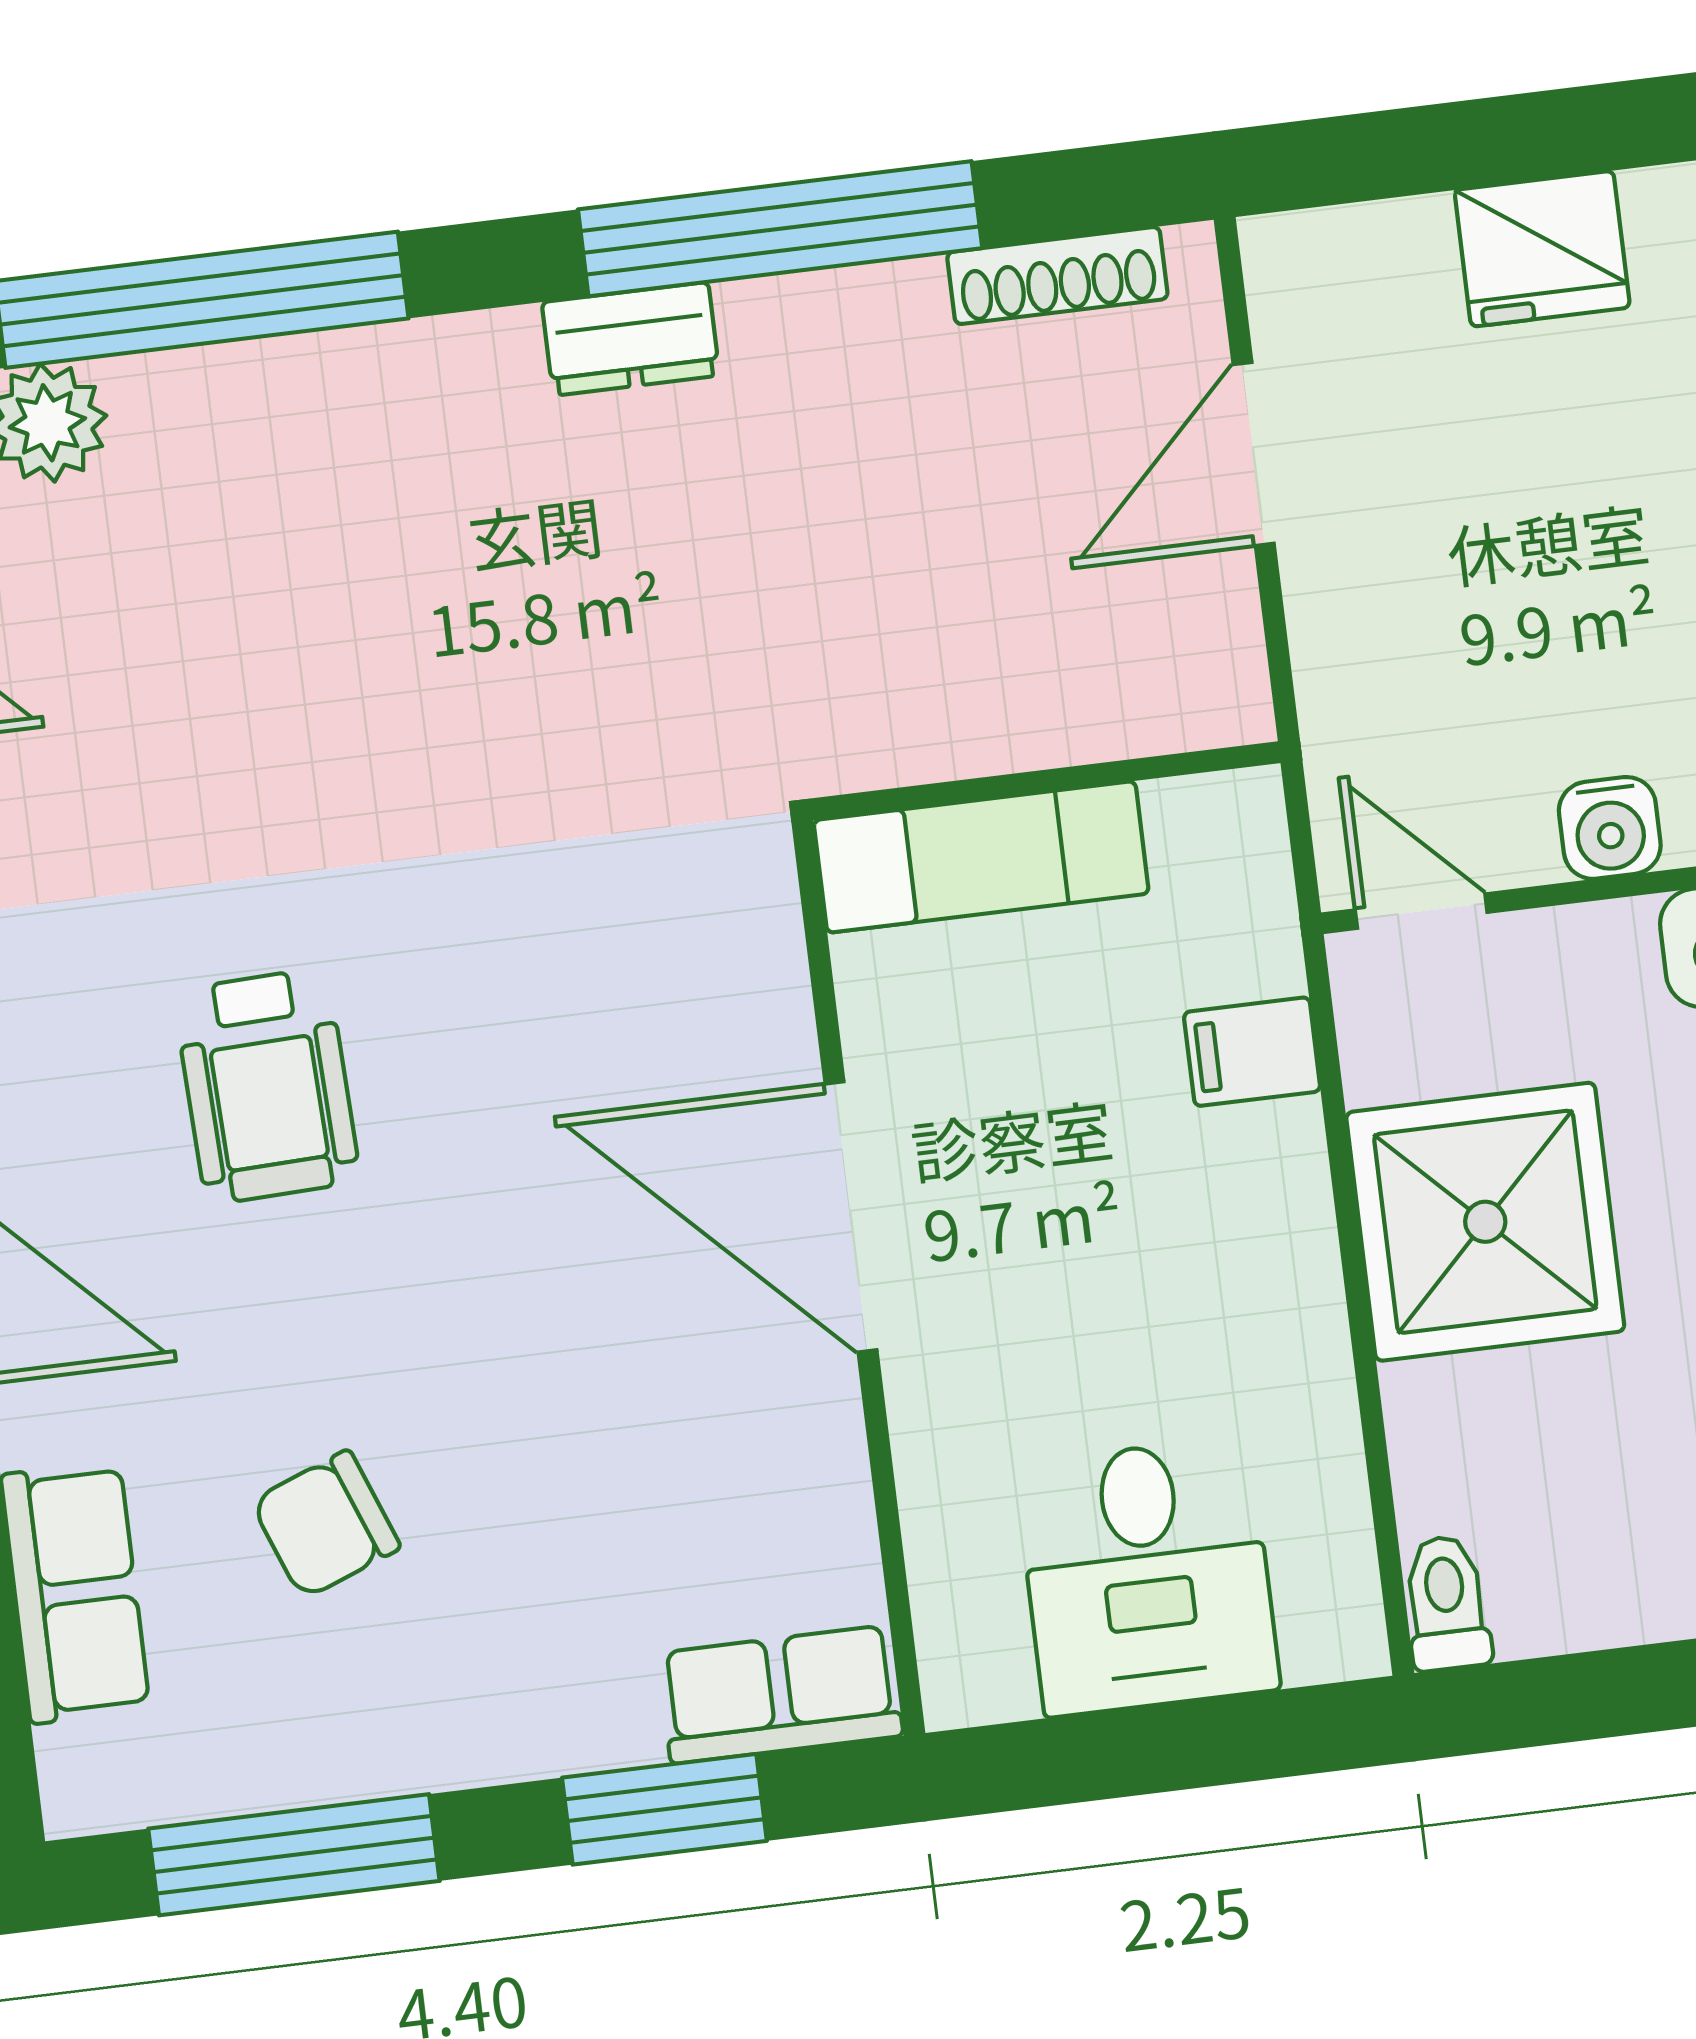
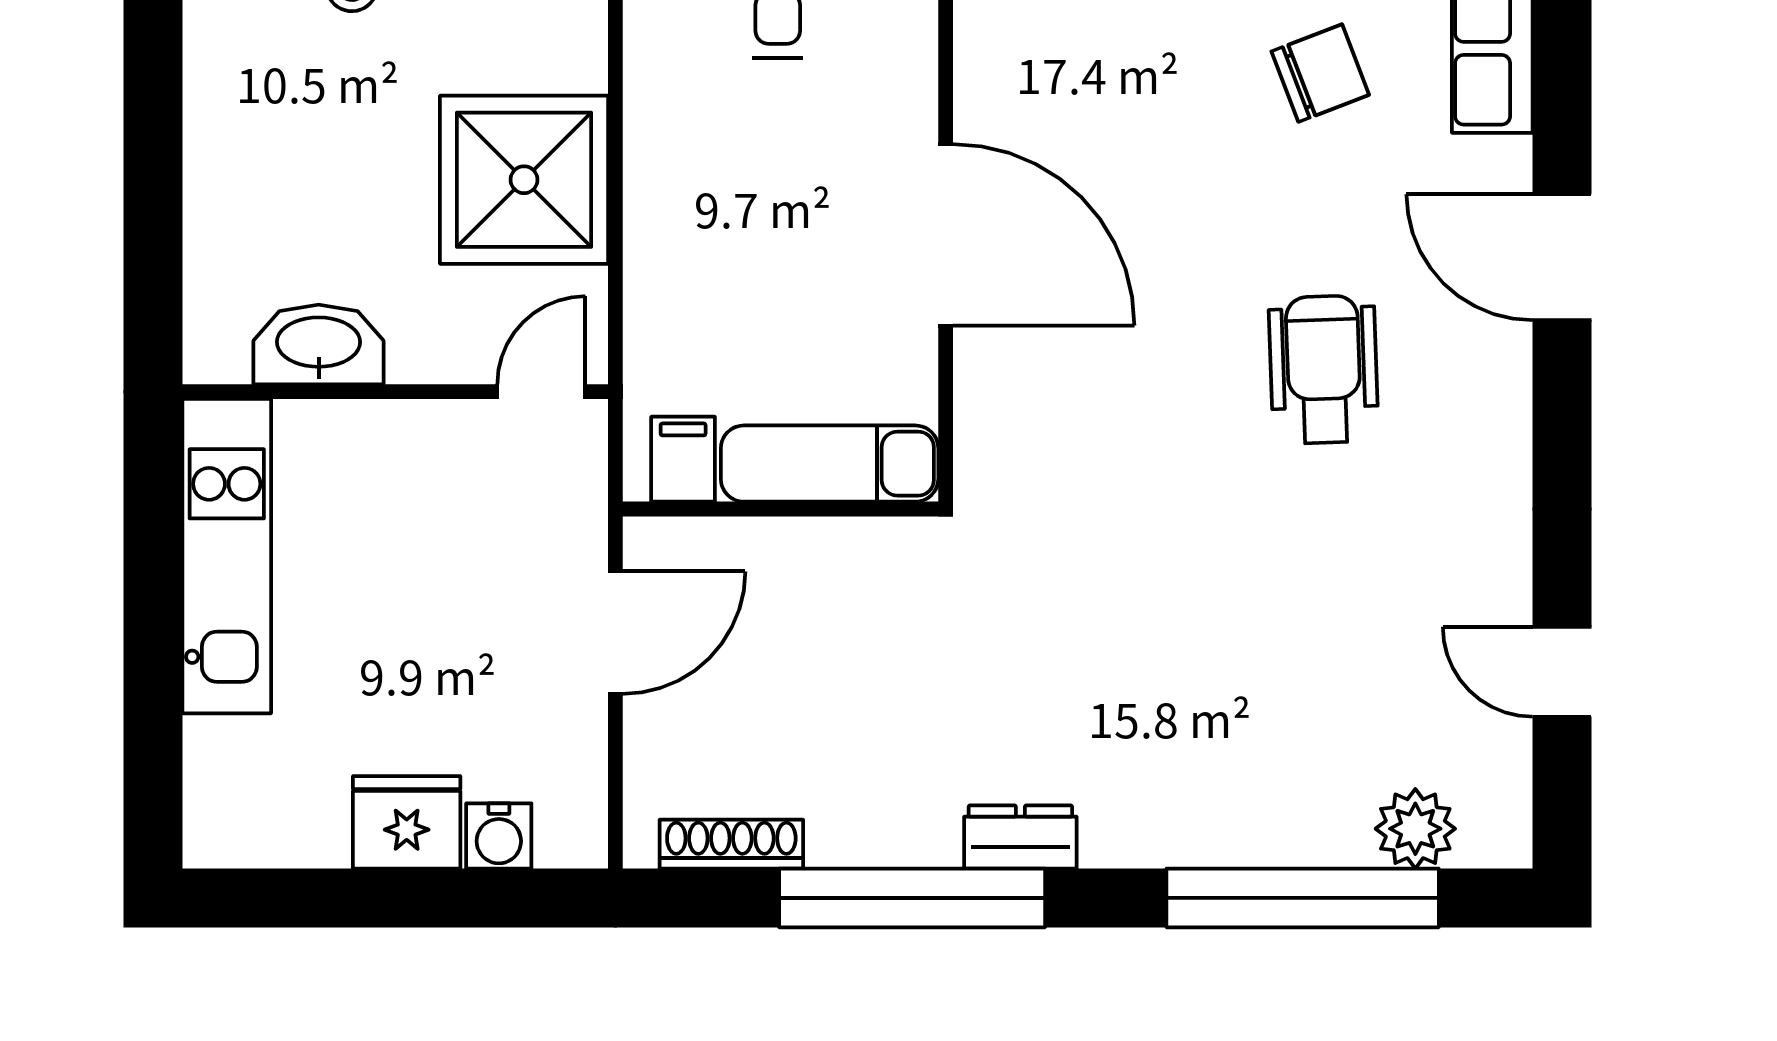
door: (1254, 454) -> (615, 633), moved
water cooler: (1610, 828) -> (499, 836), moved, turned 180
door: (1421, 911) -> (541, 392), swing flipped
filing cabinet: (1252, 1052) -> (683, 459), moved, turned -90

